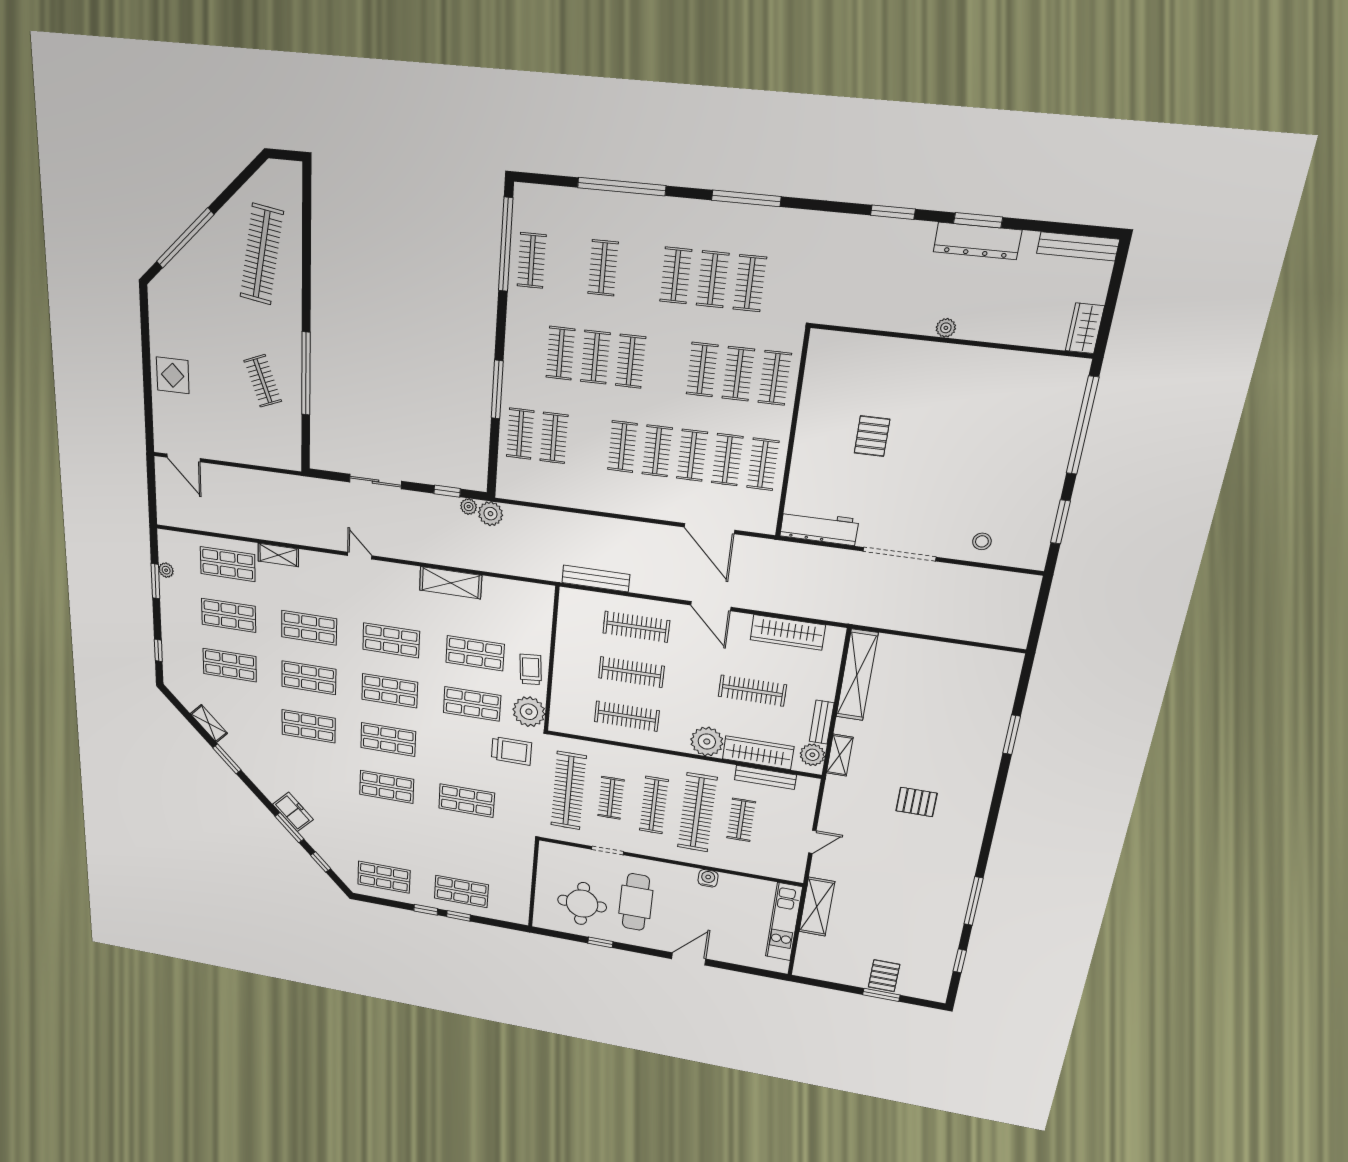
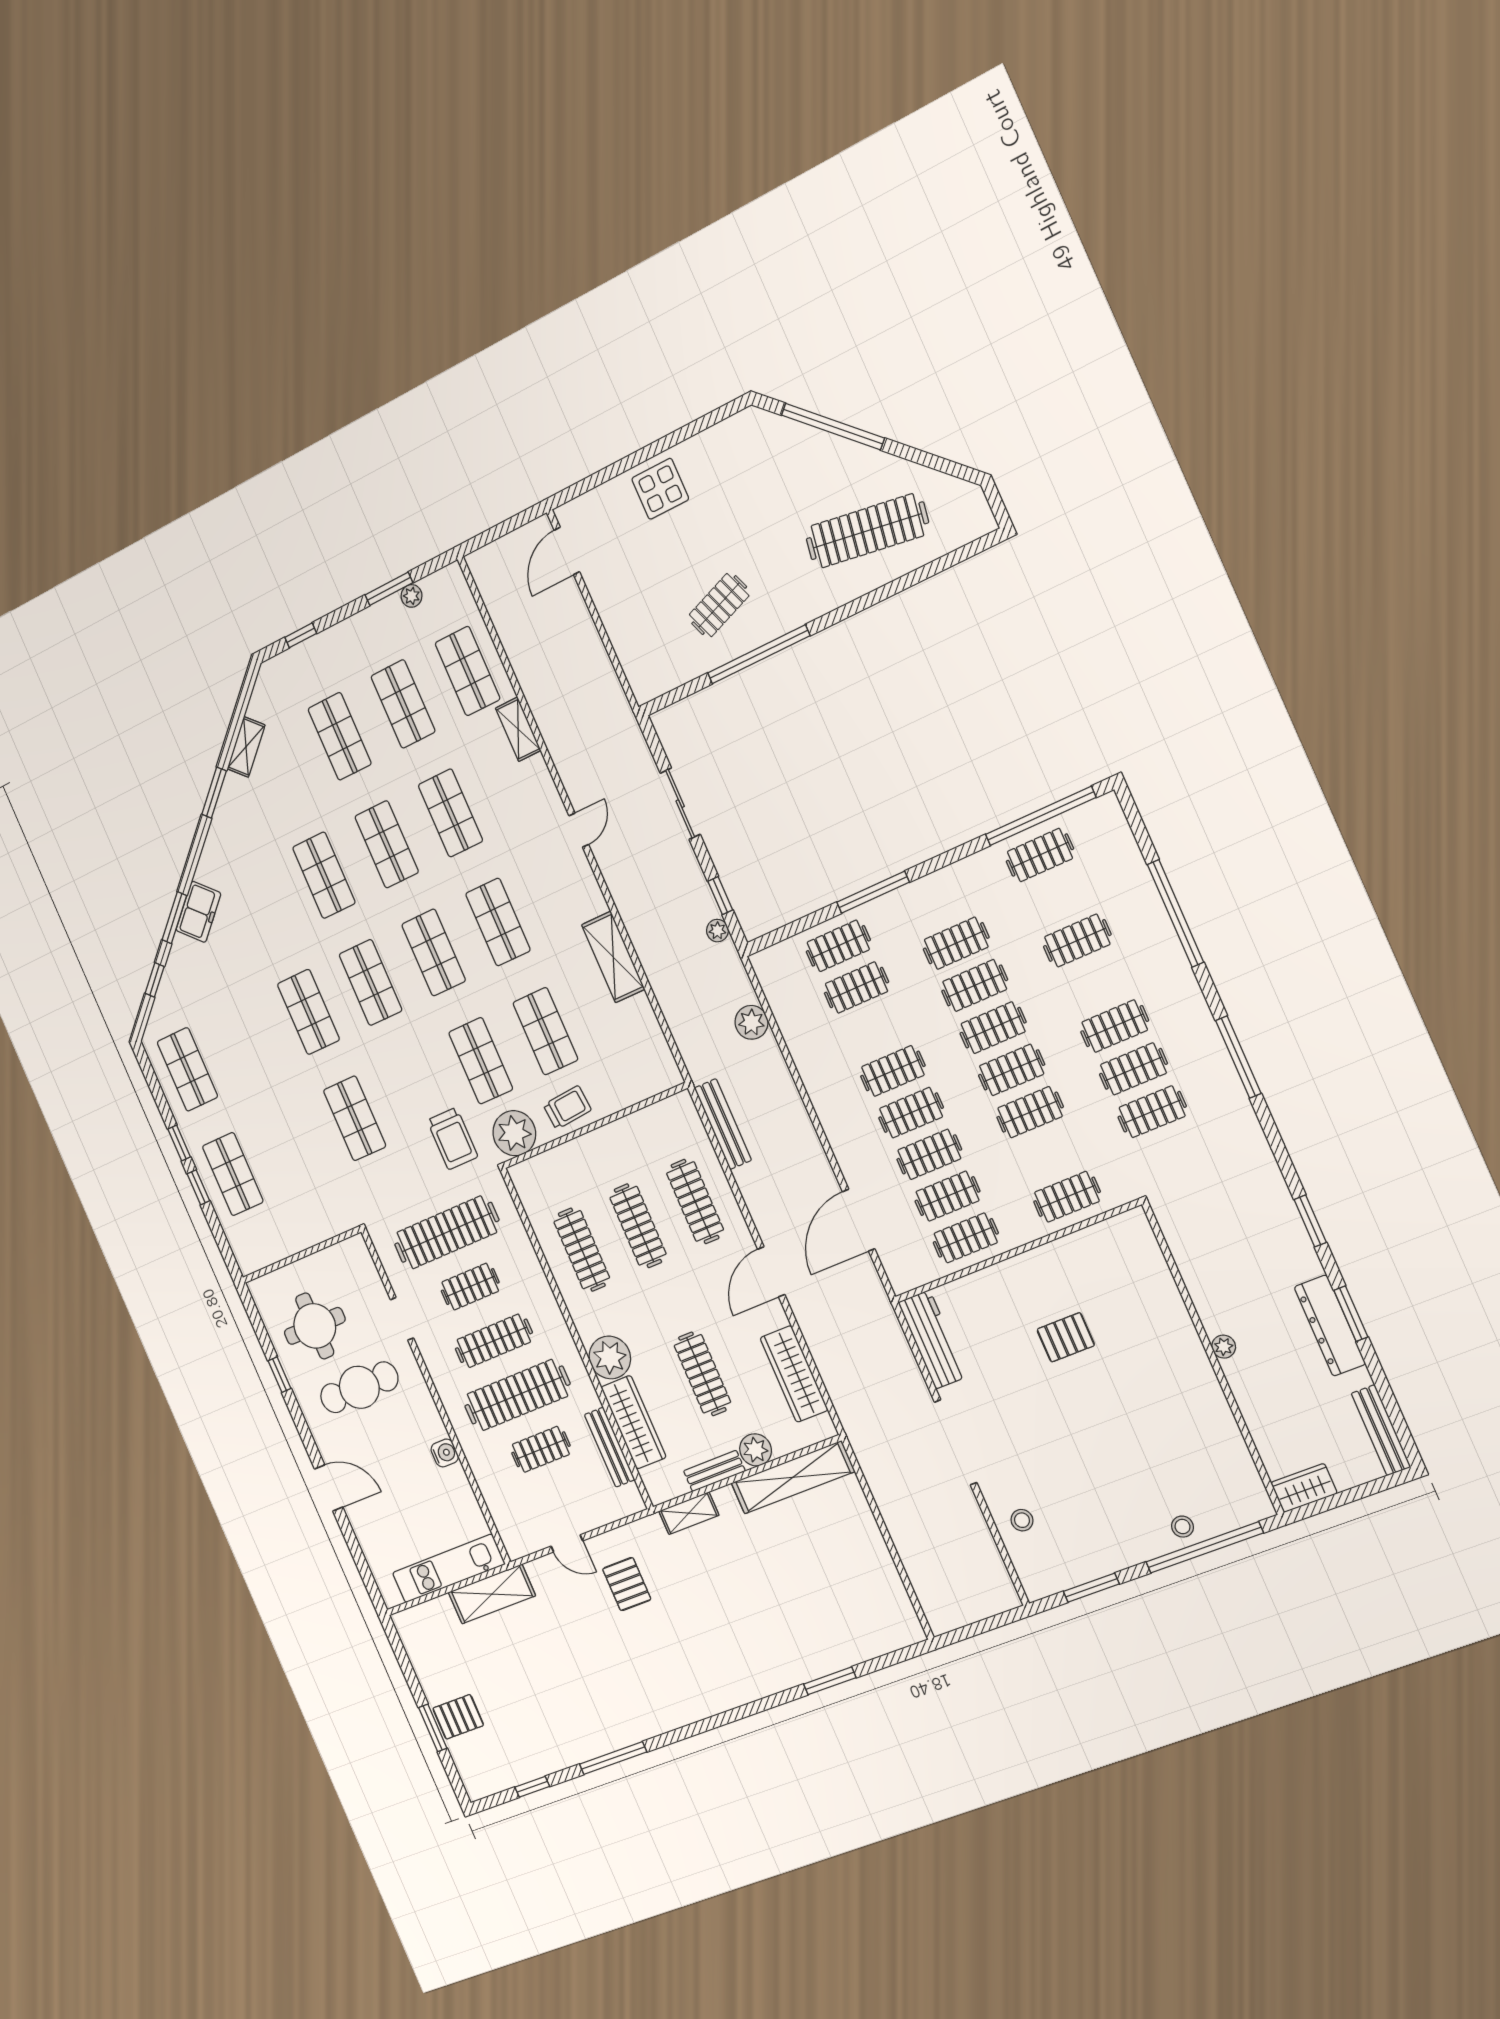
clothes rail: (738, 374) -> (1012, 1070), moved
stool: (1057, 432) -> (1183, 1527), added
plant: (490, 514) -> (751, 1022), moved
plant: (812, 755) -> (756, 1450), moved
pallet: (917, 802) -> (627, 1584), moved

